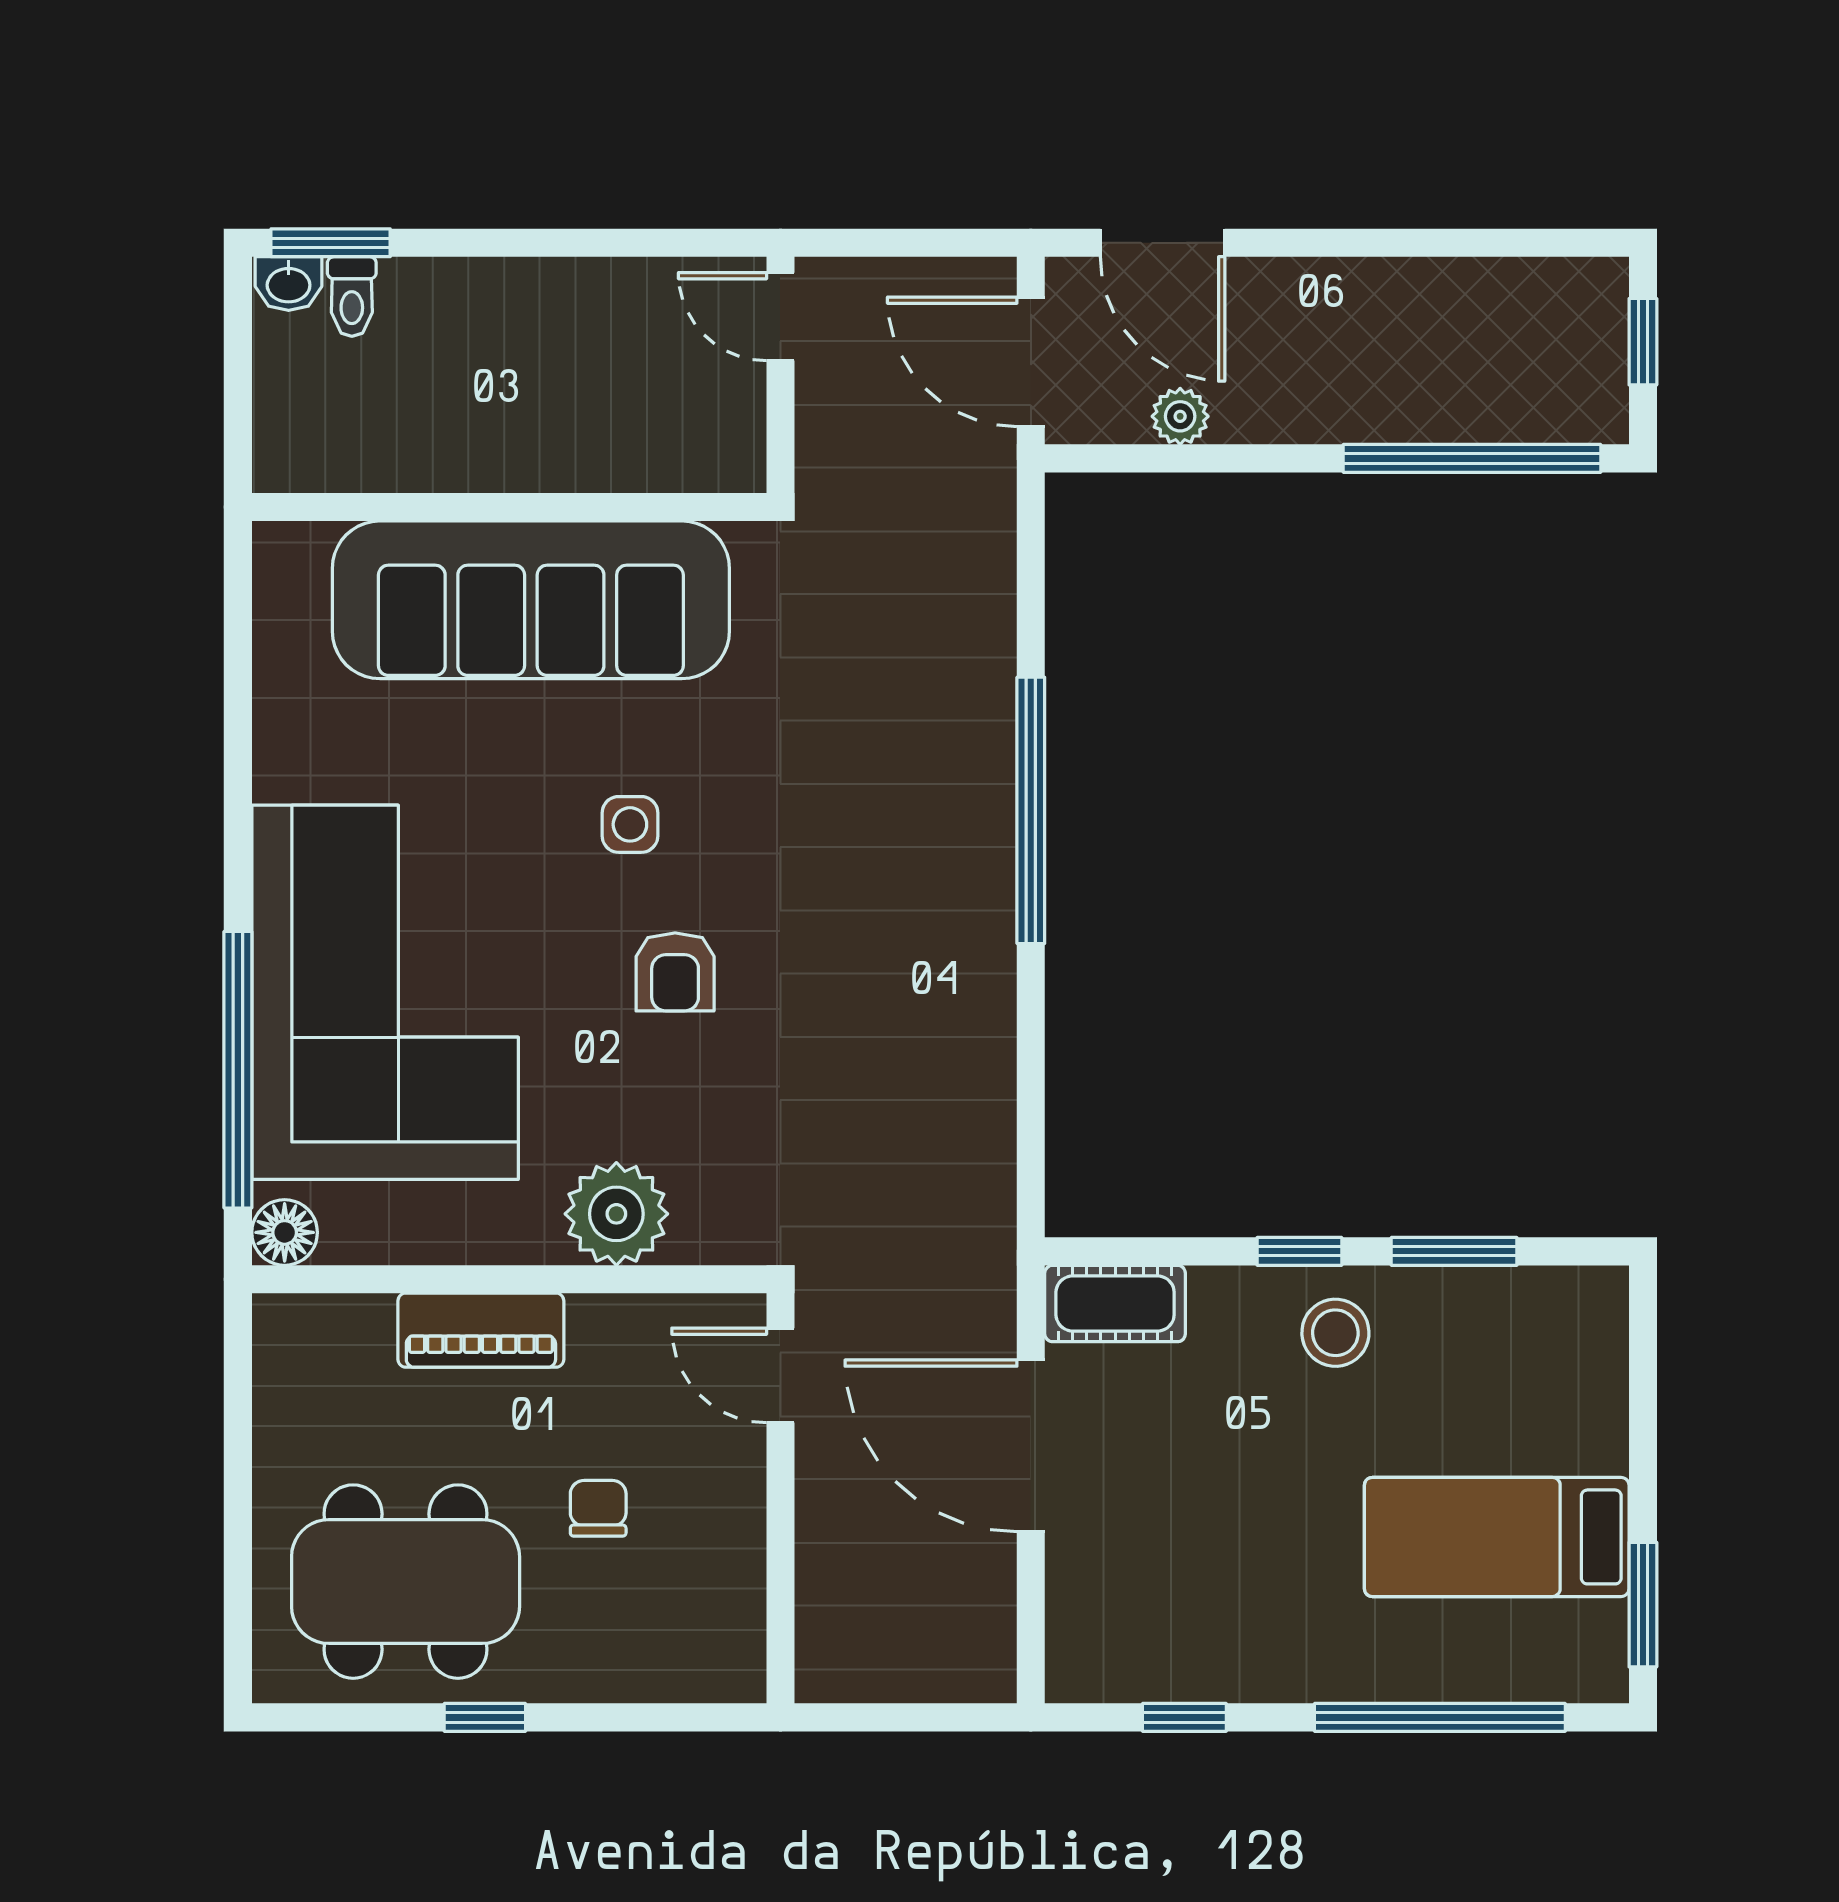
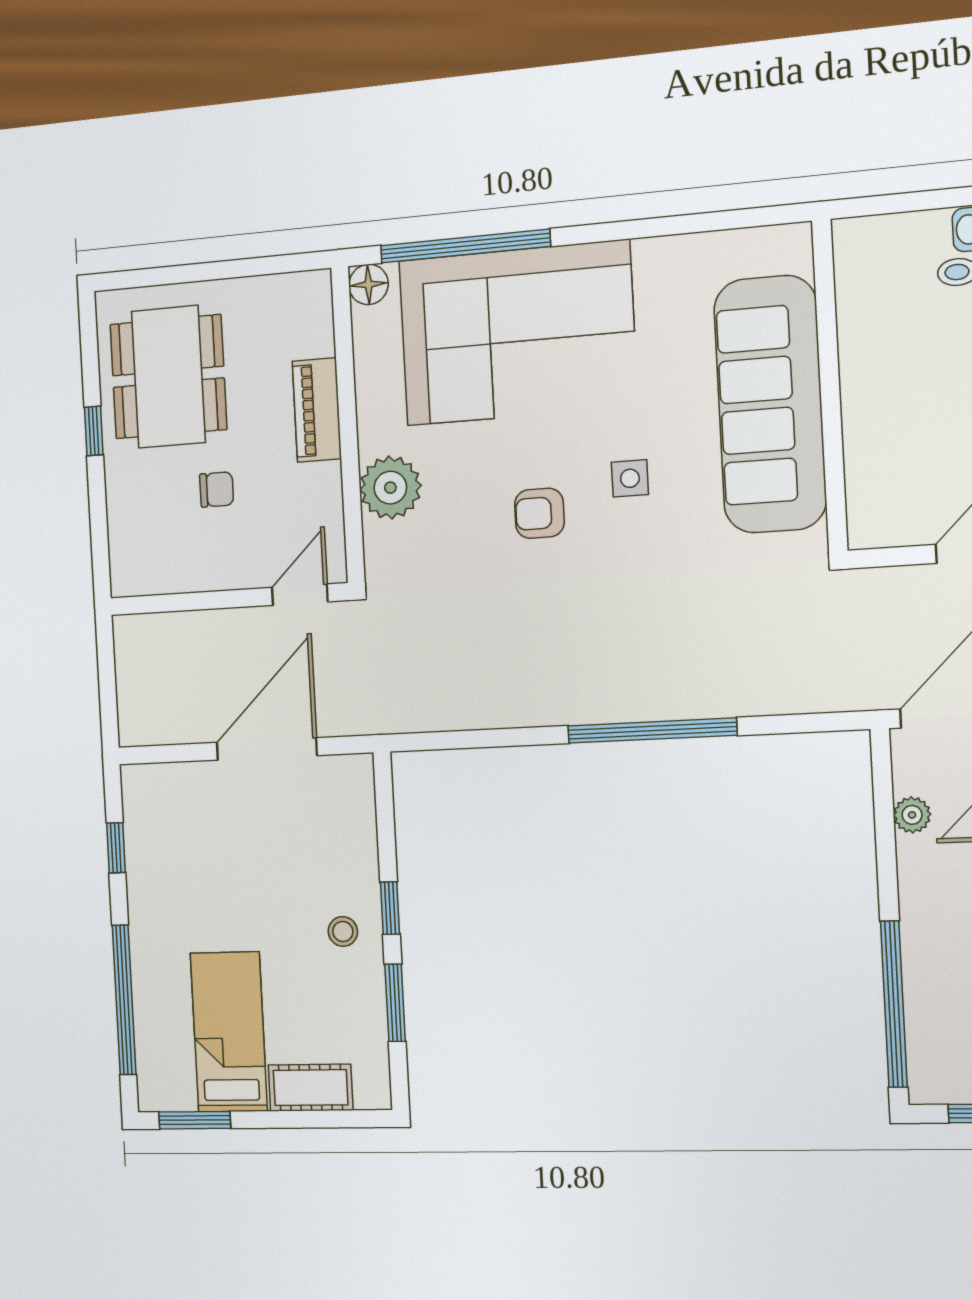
cot: (1115, 1303) -> (311, 1088), moved, turned 90
stool: (1335, 1333) -> (343, 931), width x0.73, depth x0.73

